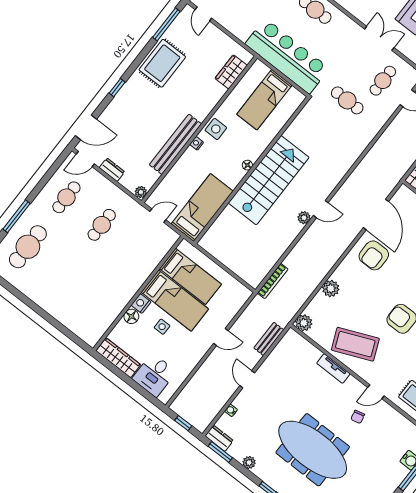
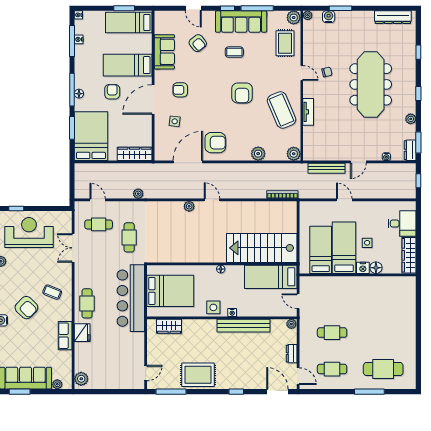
bed: (264, 100) -> (170, 291), width x1.50
plant: (383, 142) -> (138, 194), added
stairs: (269, 180) -> (262, 248), moved
plant: (304, 218) -> (189, 206), moved
bench: (269, 339) -> (326, 168), width x1.36

